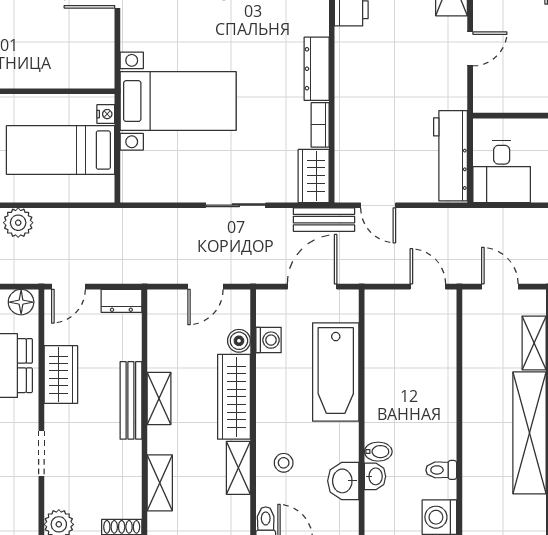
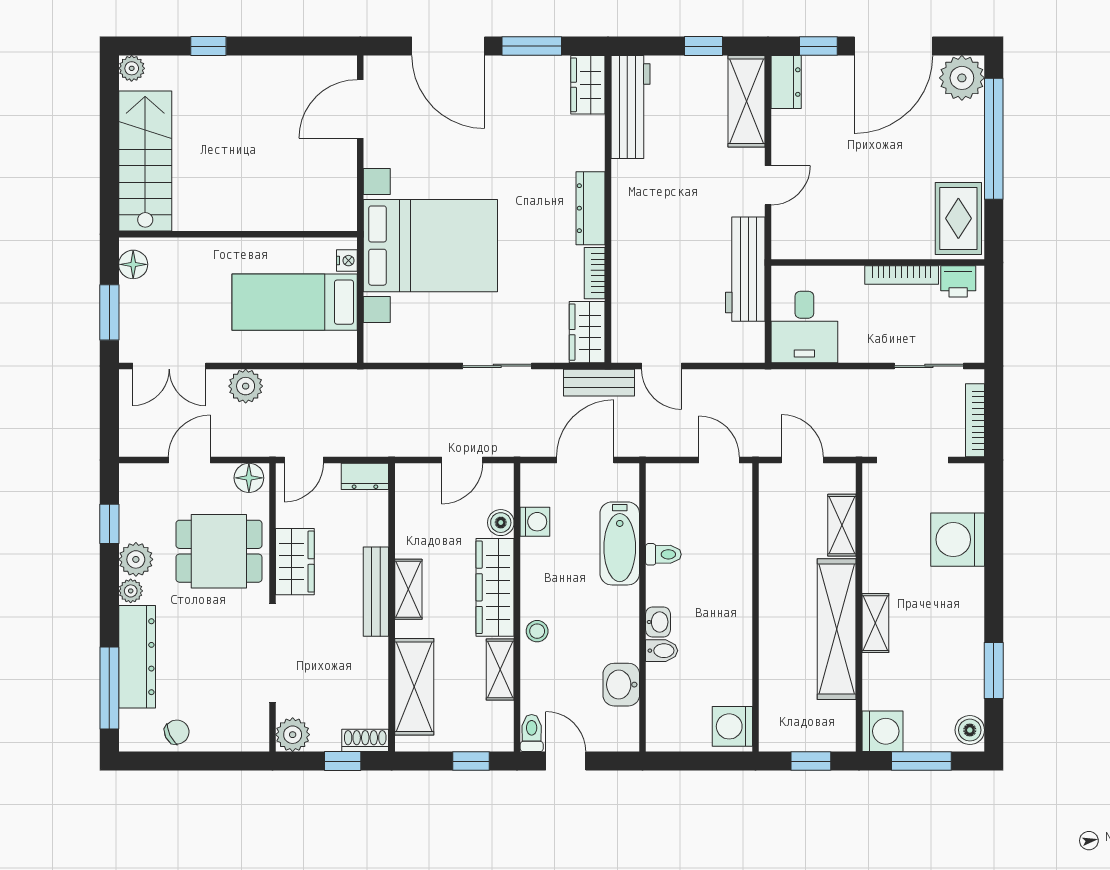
bed with nightstands: (178, 101) -> (430, 246), width x1.36
workbench: (450, 156) -> (745, 269), moved
bathtub: (336, 372) -> (620, 543), width x0.73, depth x0.73
doorway: (41, 453) -> (272, 653), width x1.87
stool: (284, 463) -> (537, 631), moved
toilet: (441, 470) -> (663, 554), moved, turned 180
washbasin: (375, 476) -> (658, 622), moved
shelving: (160, 483) -> (414, 687), width x1.50, depth x1.33

